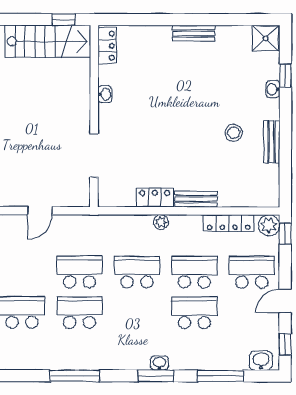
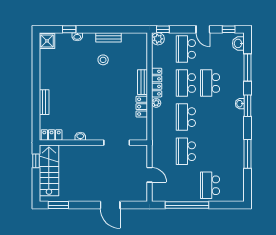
bench: (194, 33) -> (44, 102), moved
locker: (229, 223) -> (157, 83), moved
school desk: (79, 313) -> (210, 151), removed

